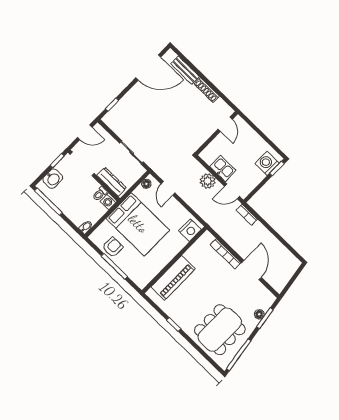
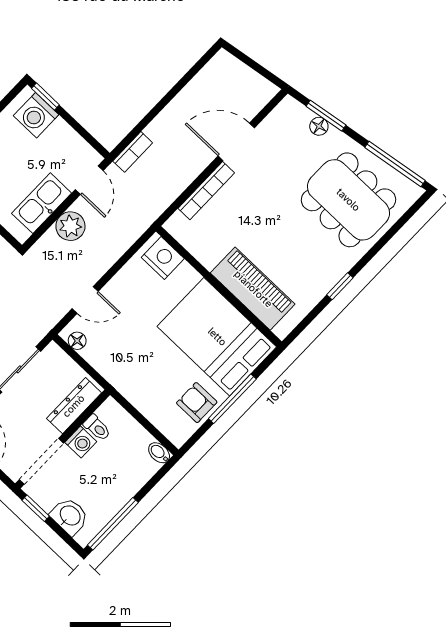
kitchen sink: (223, 169) -> (42, 203), width x1.38
washing machine: (109, 201) -> (81, 442), moved
bed: (138, 224) -> (217, 337), moved, turned -90

